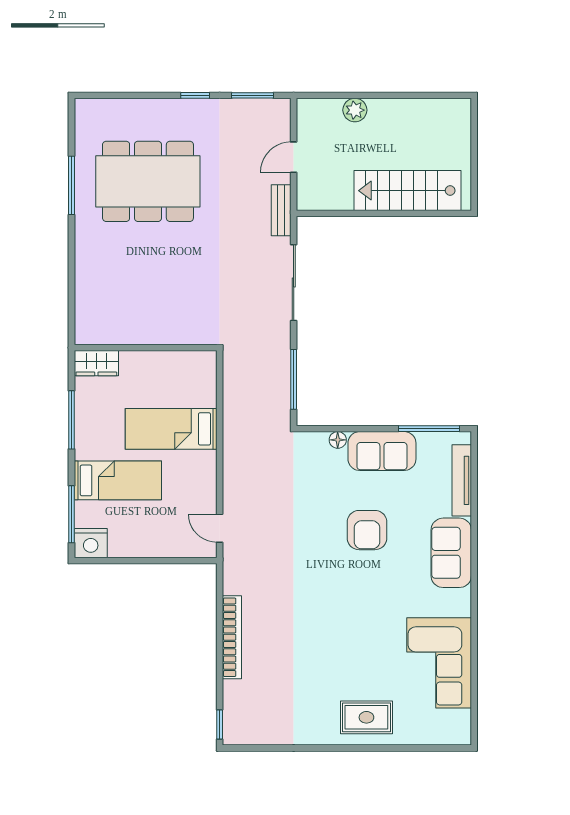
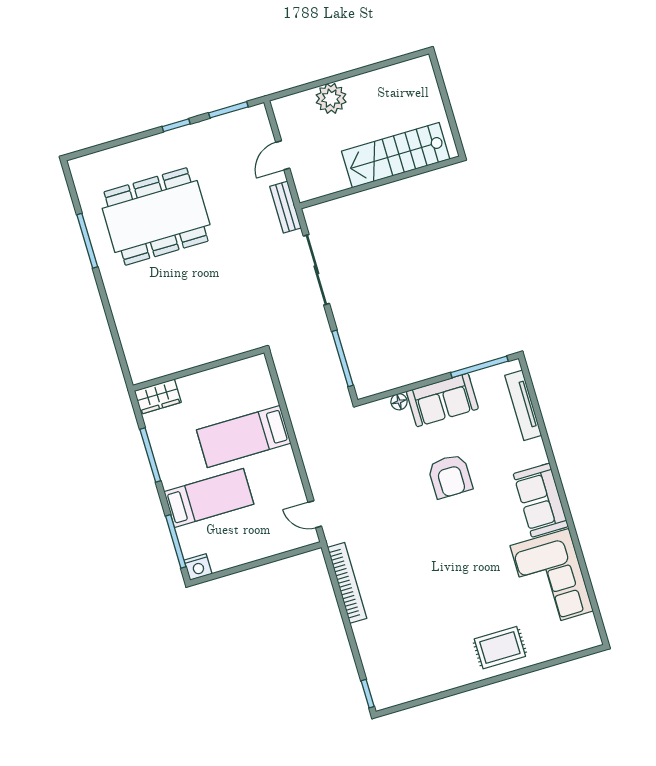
plant: (355, 110) -> (331, 98), width x1.36, depth x1.36
nightstand: (91, 543) -> (198, 567), width x0.74, depth x0.75
sofa: (451, 553) -> (541, 500), moved
bookcase: (232, 637) -> (347, 583), moved

